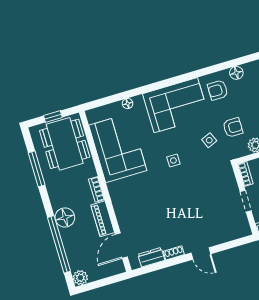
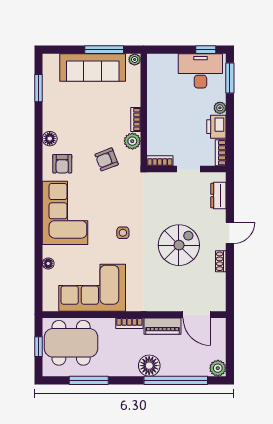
armchair: (233, 128) -> (107, 159), turned -111
side table: (209, 140) -> (113, 188), removed
spiral stairs: (177, 212) -> (179, 245), added
dresser: (151, 257) -> (218, 196), moved

